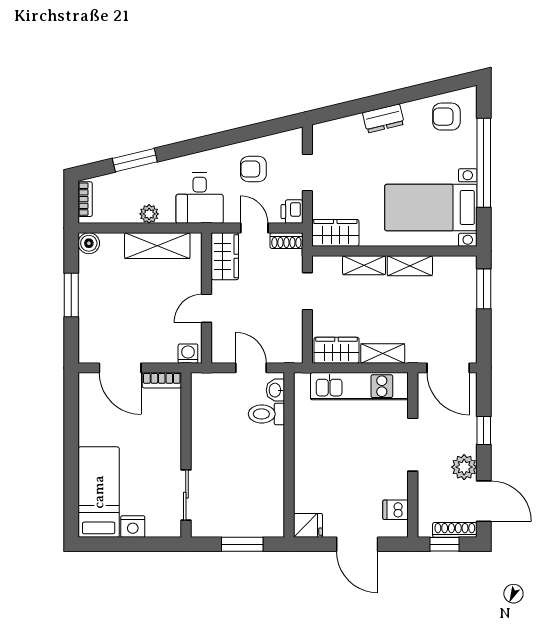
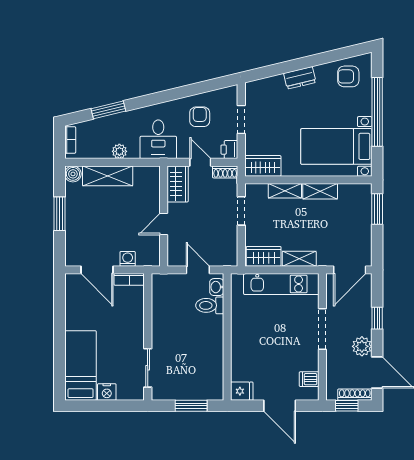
armchair: (253, 169) -> (200, 117), turned 90
shelving: (157, 246) -> (108, 176), moved
washing machine: (188, 354) -> (128, 259), moved
door: (448, 368) -> (350, 270), hinge flipped

